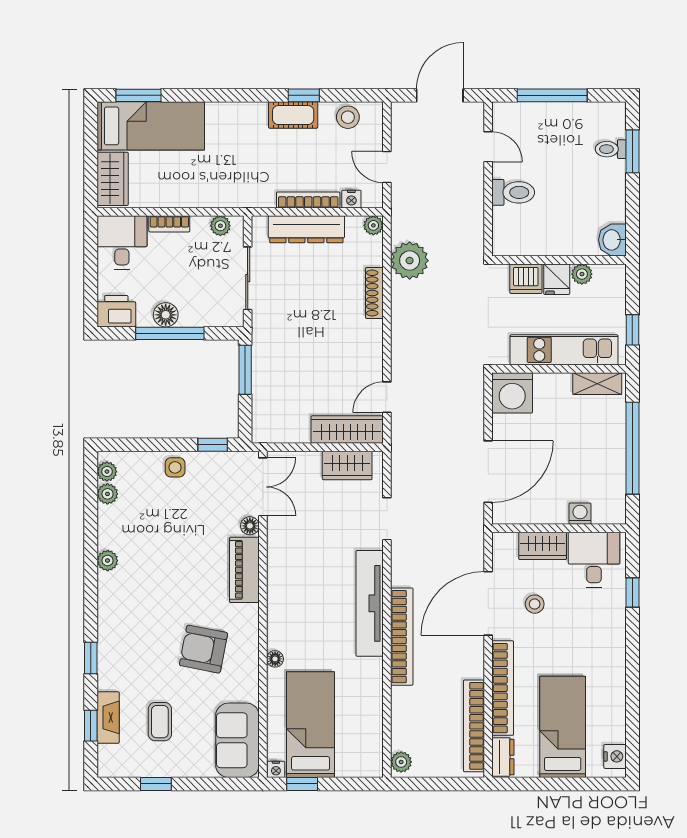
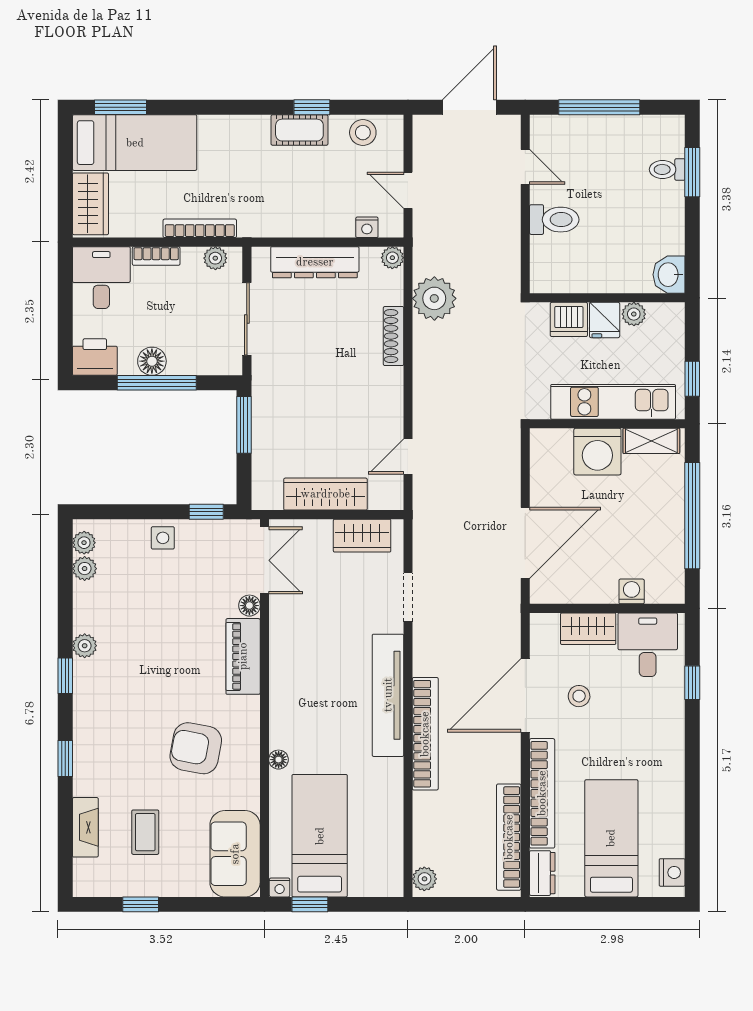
bookcase: (308, 200) -> (200, 228), moved
washing machine: (512, 393) -> (597, 452), moved
wardrobe: (347, 430) -> (325, 494), moved
window: (91, 726) -> (65, 676), moved

